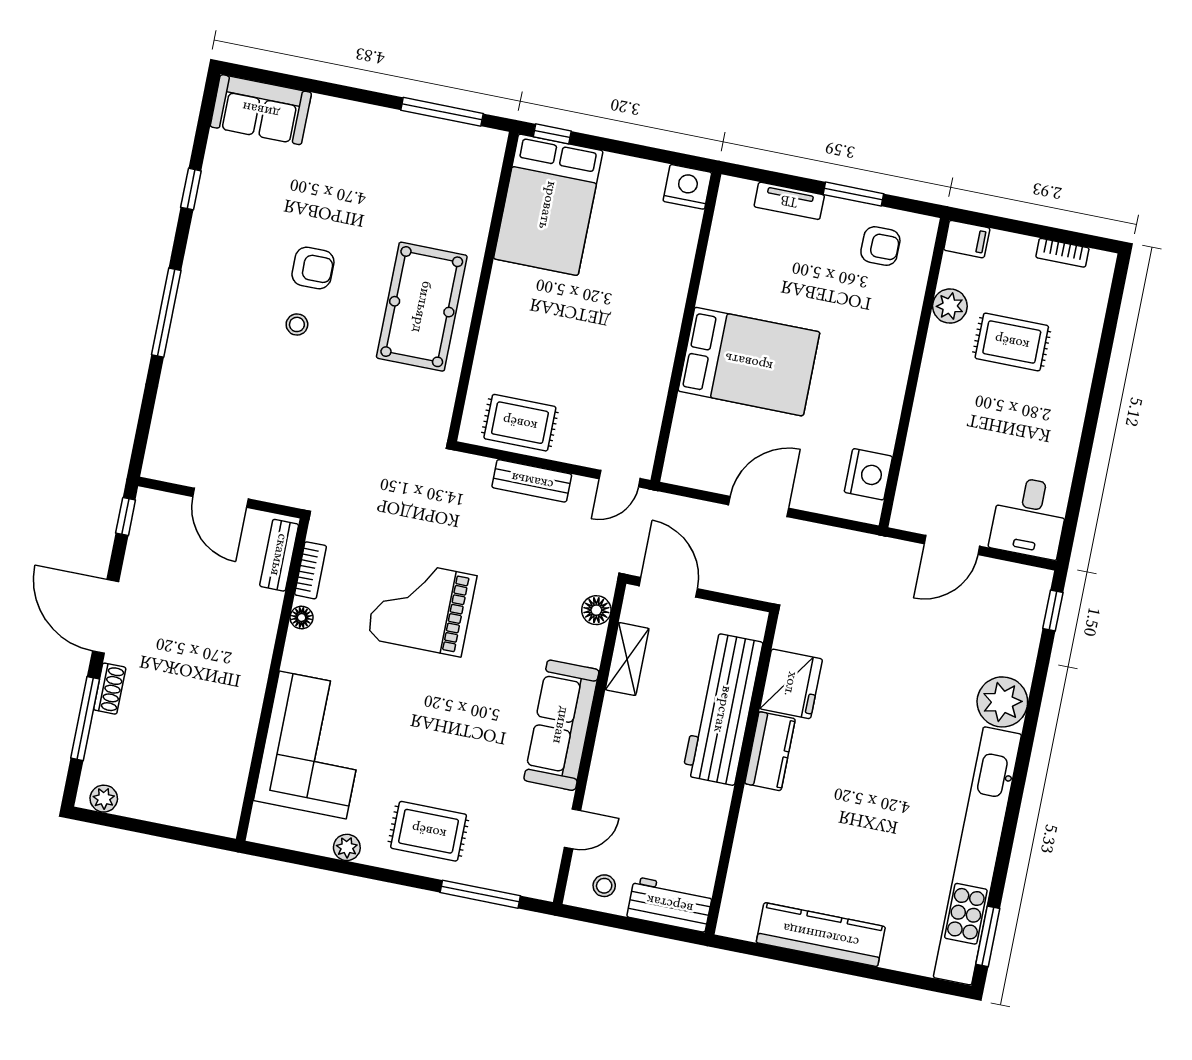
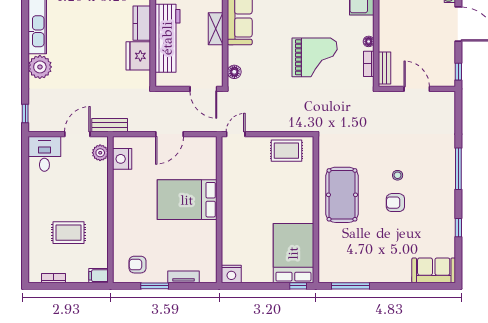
plant: (950, 306) -> (100, 153), moved
bench: (532, 481) -> (110, 125), moved
shelving: (627, 659) -> (216, 29), moved

